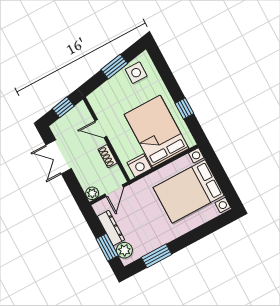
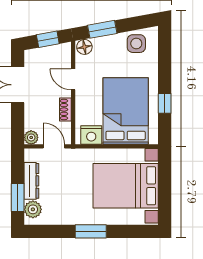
window: (114, 67) -> (102, 29), moved
floor lamp: (96, 98) -> (84, 47), added
door: (114, 191) -> (54, 146), swing flipped
window: (157, 256) -> (91, 231), moved

